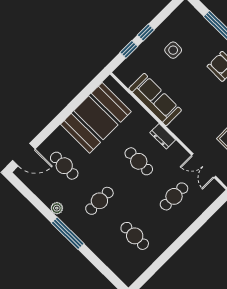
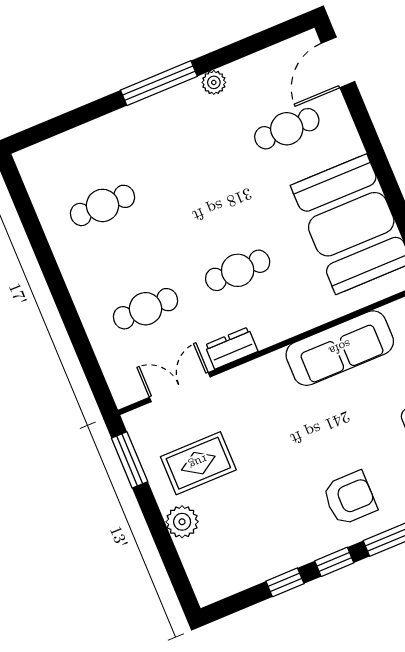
dresser: (163, 136) -> (231, 348), moved
cafe table: (174, 196) -> (146, 309), turned 90
cafe table: (99, 201) -> (195, 167), removed

